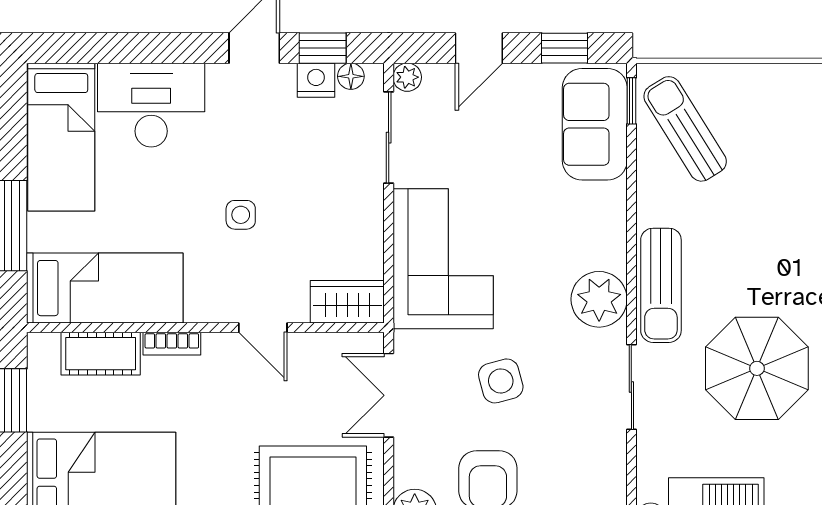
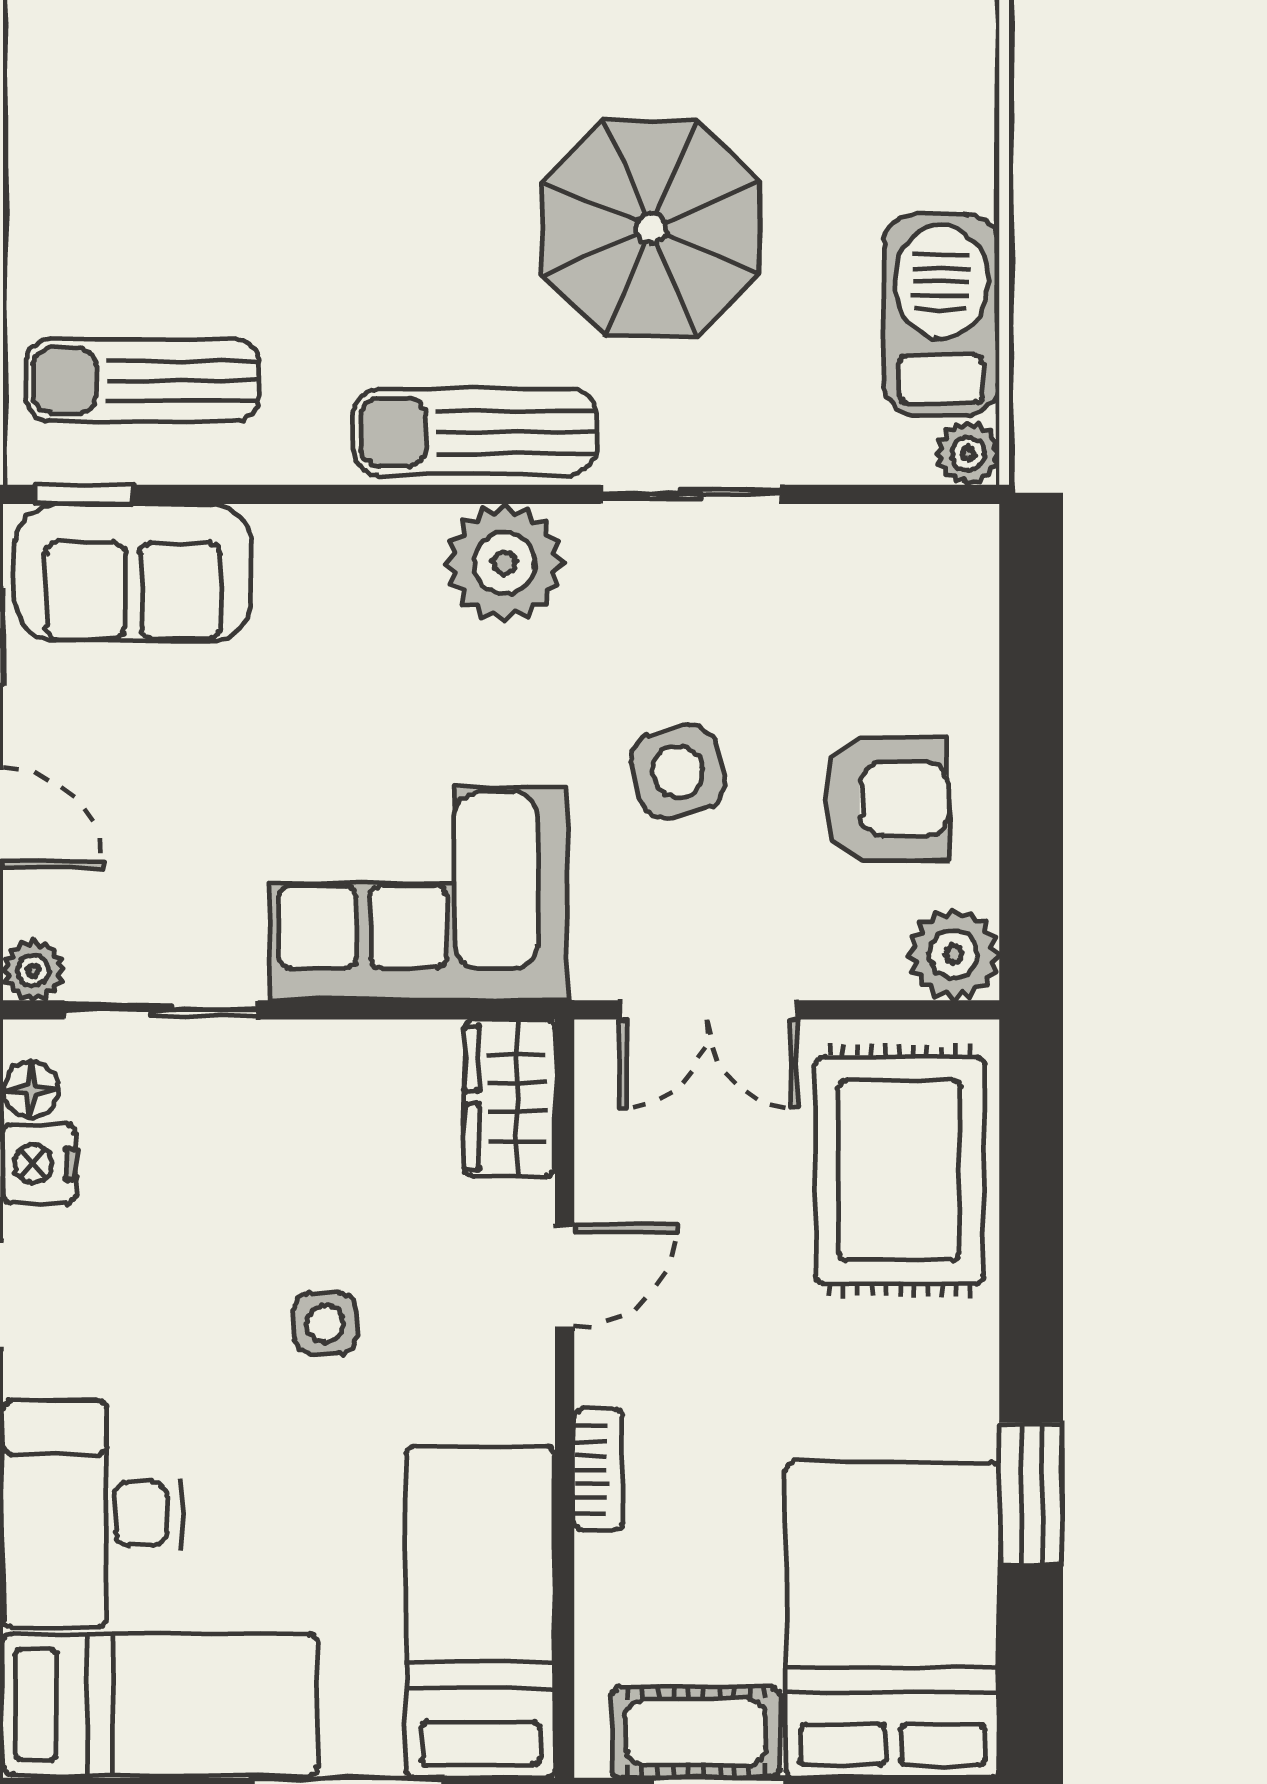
sun lounger: (685, 129) -> (143, 381), turned 32
sun lounger: (661, 285) -> (475, 432), turned 180
cot: (101, 354) -> (696, 1732), moved, turned 90

